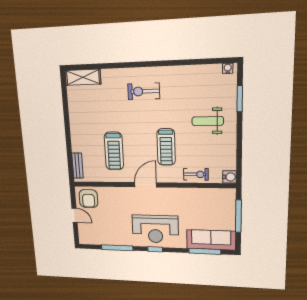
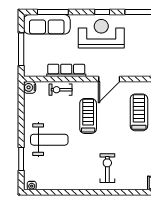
exercise bike: (144, 91) -> (107, 168), turned -90
weight bench: (208, 121) -> (49, 140), width x1.36, depth x1.33
row of seats: (190, 194) -> (66, 70), added

